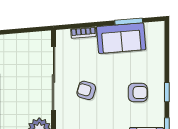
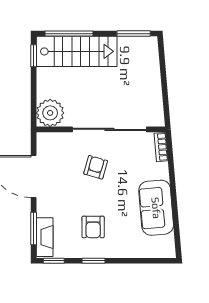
window: (129, 22) -> (175, 217), removed
bookcase: (83, 33) -> (161, 147), moved

